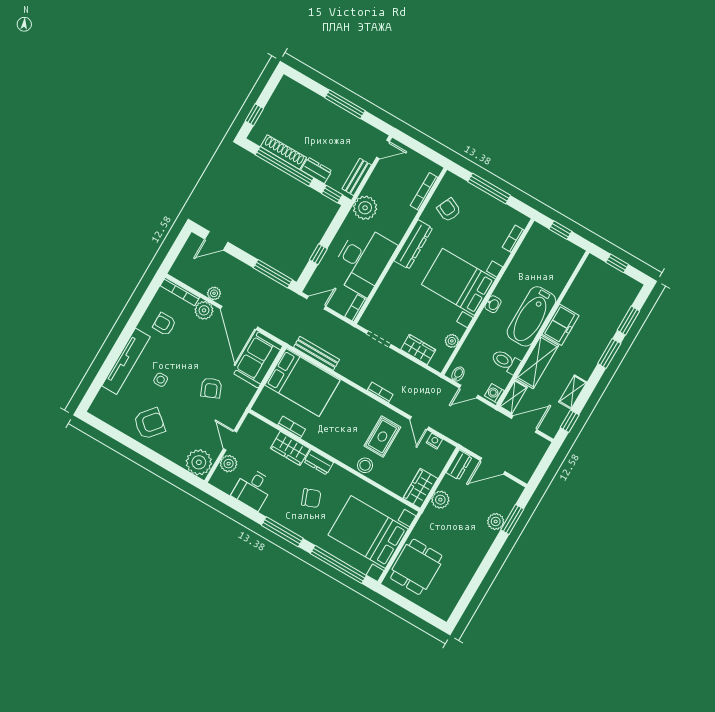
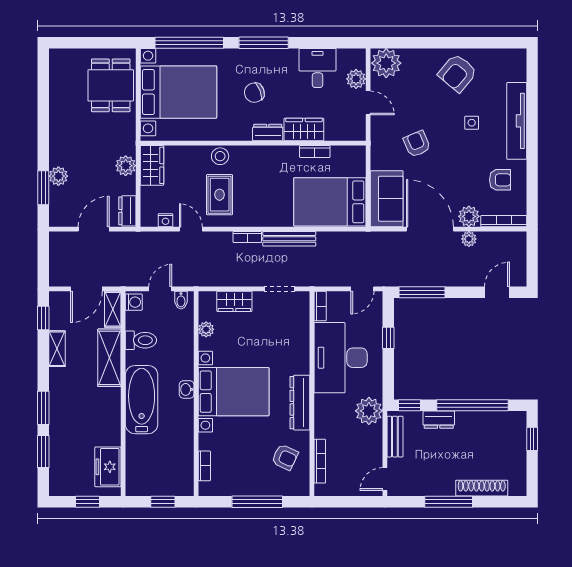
shoe rack: (283, 152) -> (482, 488), moved, turned 180
freezer: (561, 325) -> (108, 467), moved
bench: (317, 353) -> (289, 239), moved

